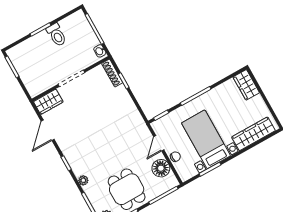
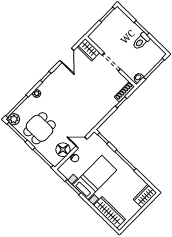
door: (48, 130) -> (67, 55), swing flipped

